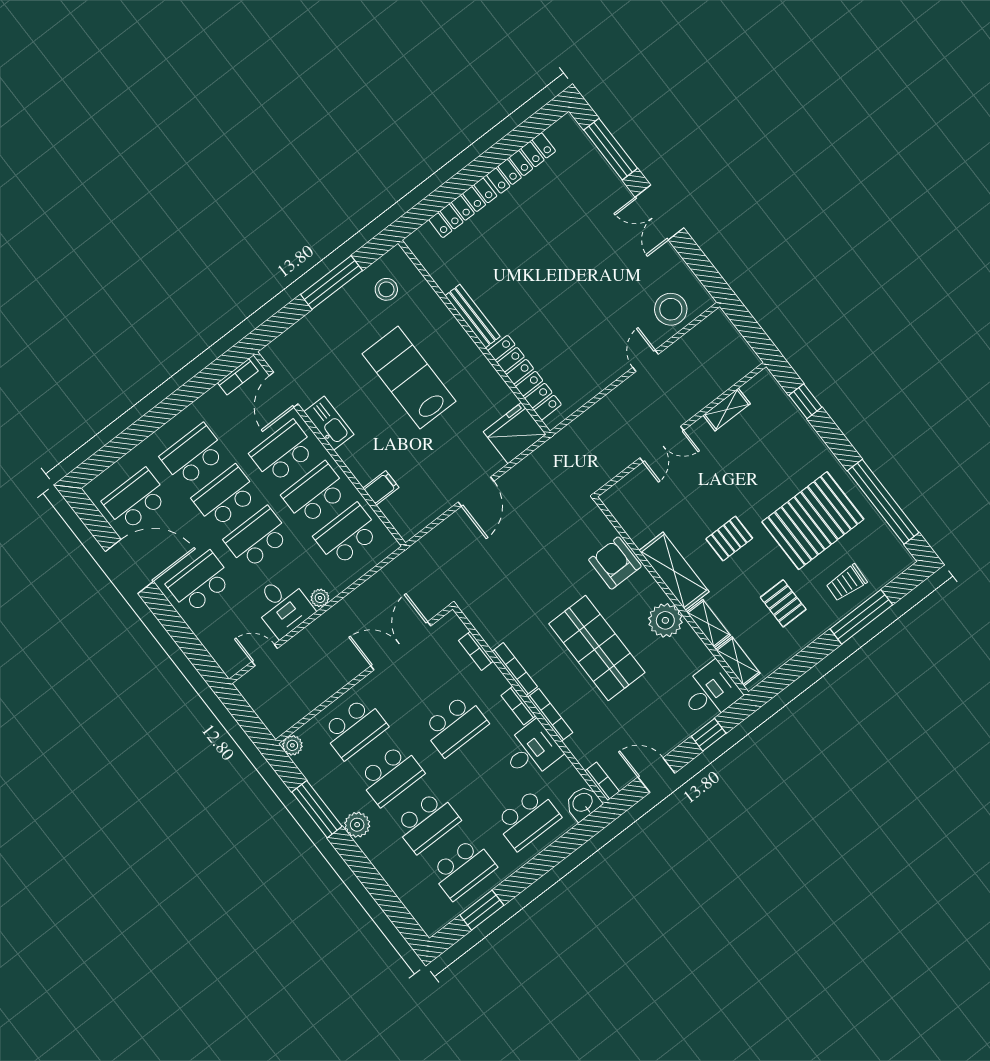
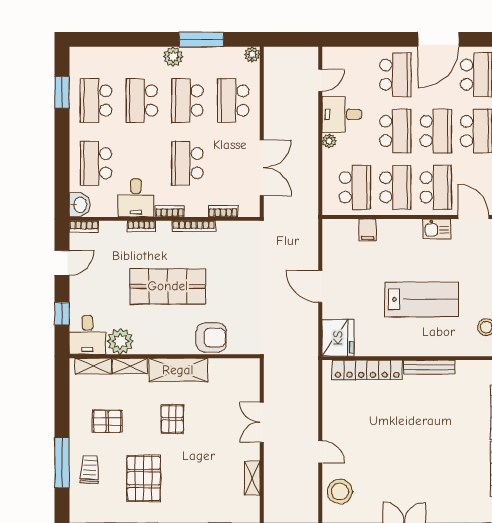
kitchen sink: (329, 423) -> (437, 229), width x0.73
pallet: (813, 521) -> (144, 478), width x0.73, depth x0.71
plant: (665, 620) -> (120, 341), moved
bookcase: (550, 715) -> (141, 226), width x0.64

